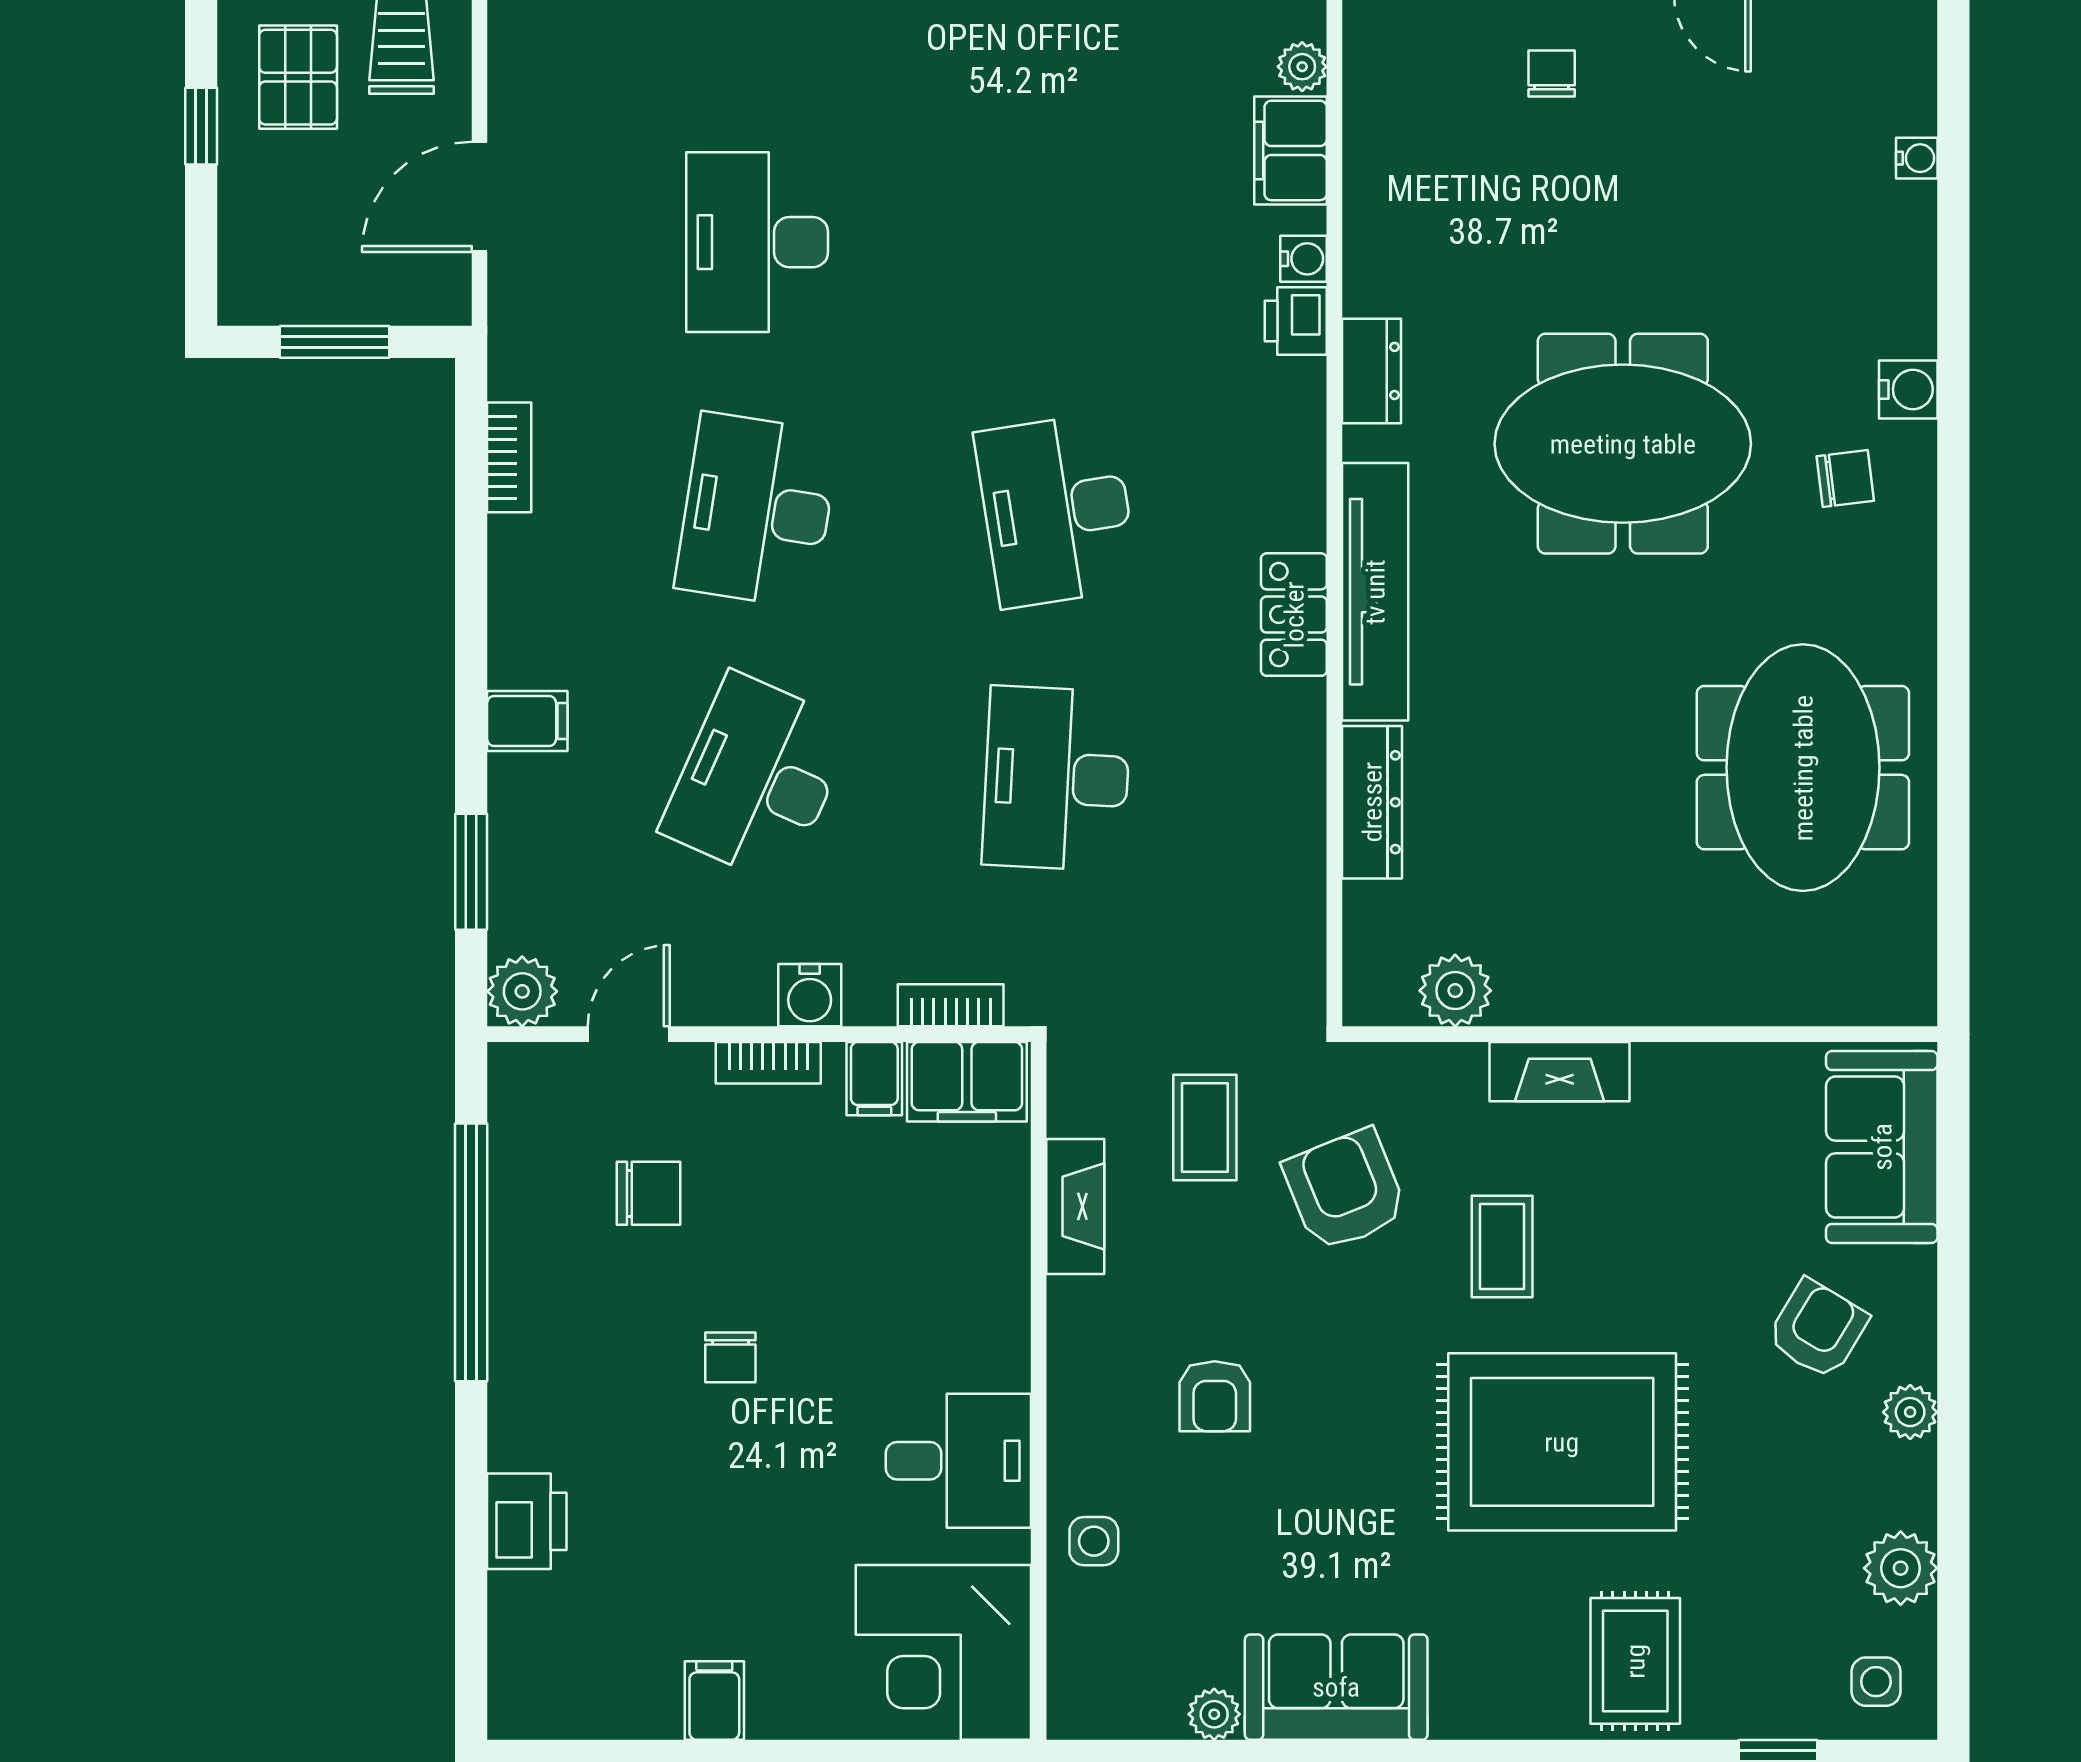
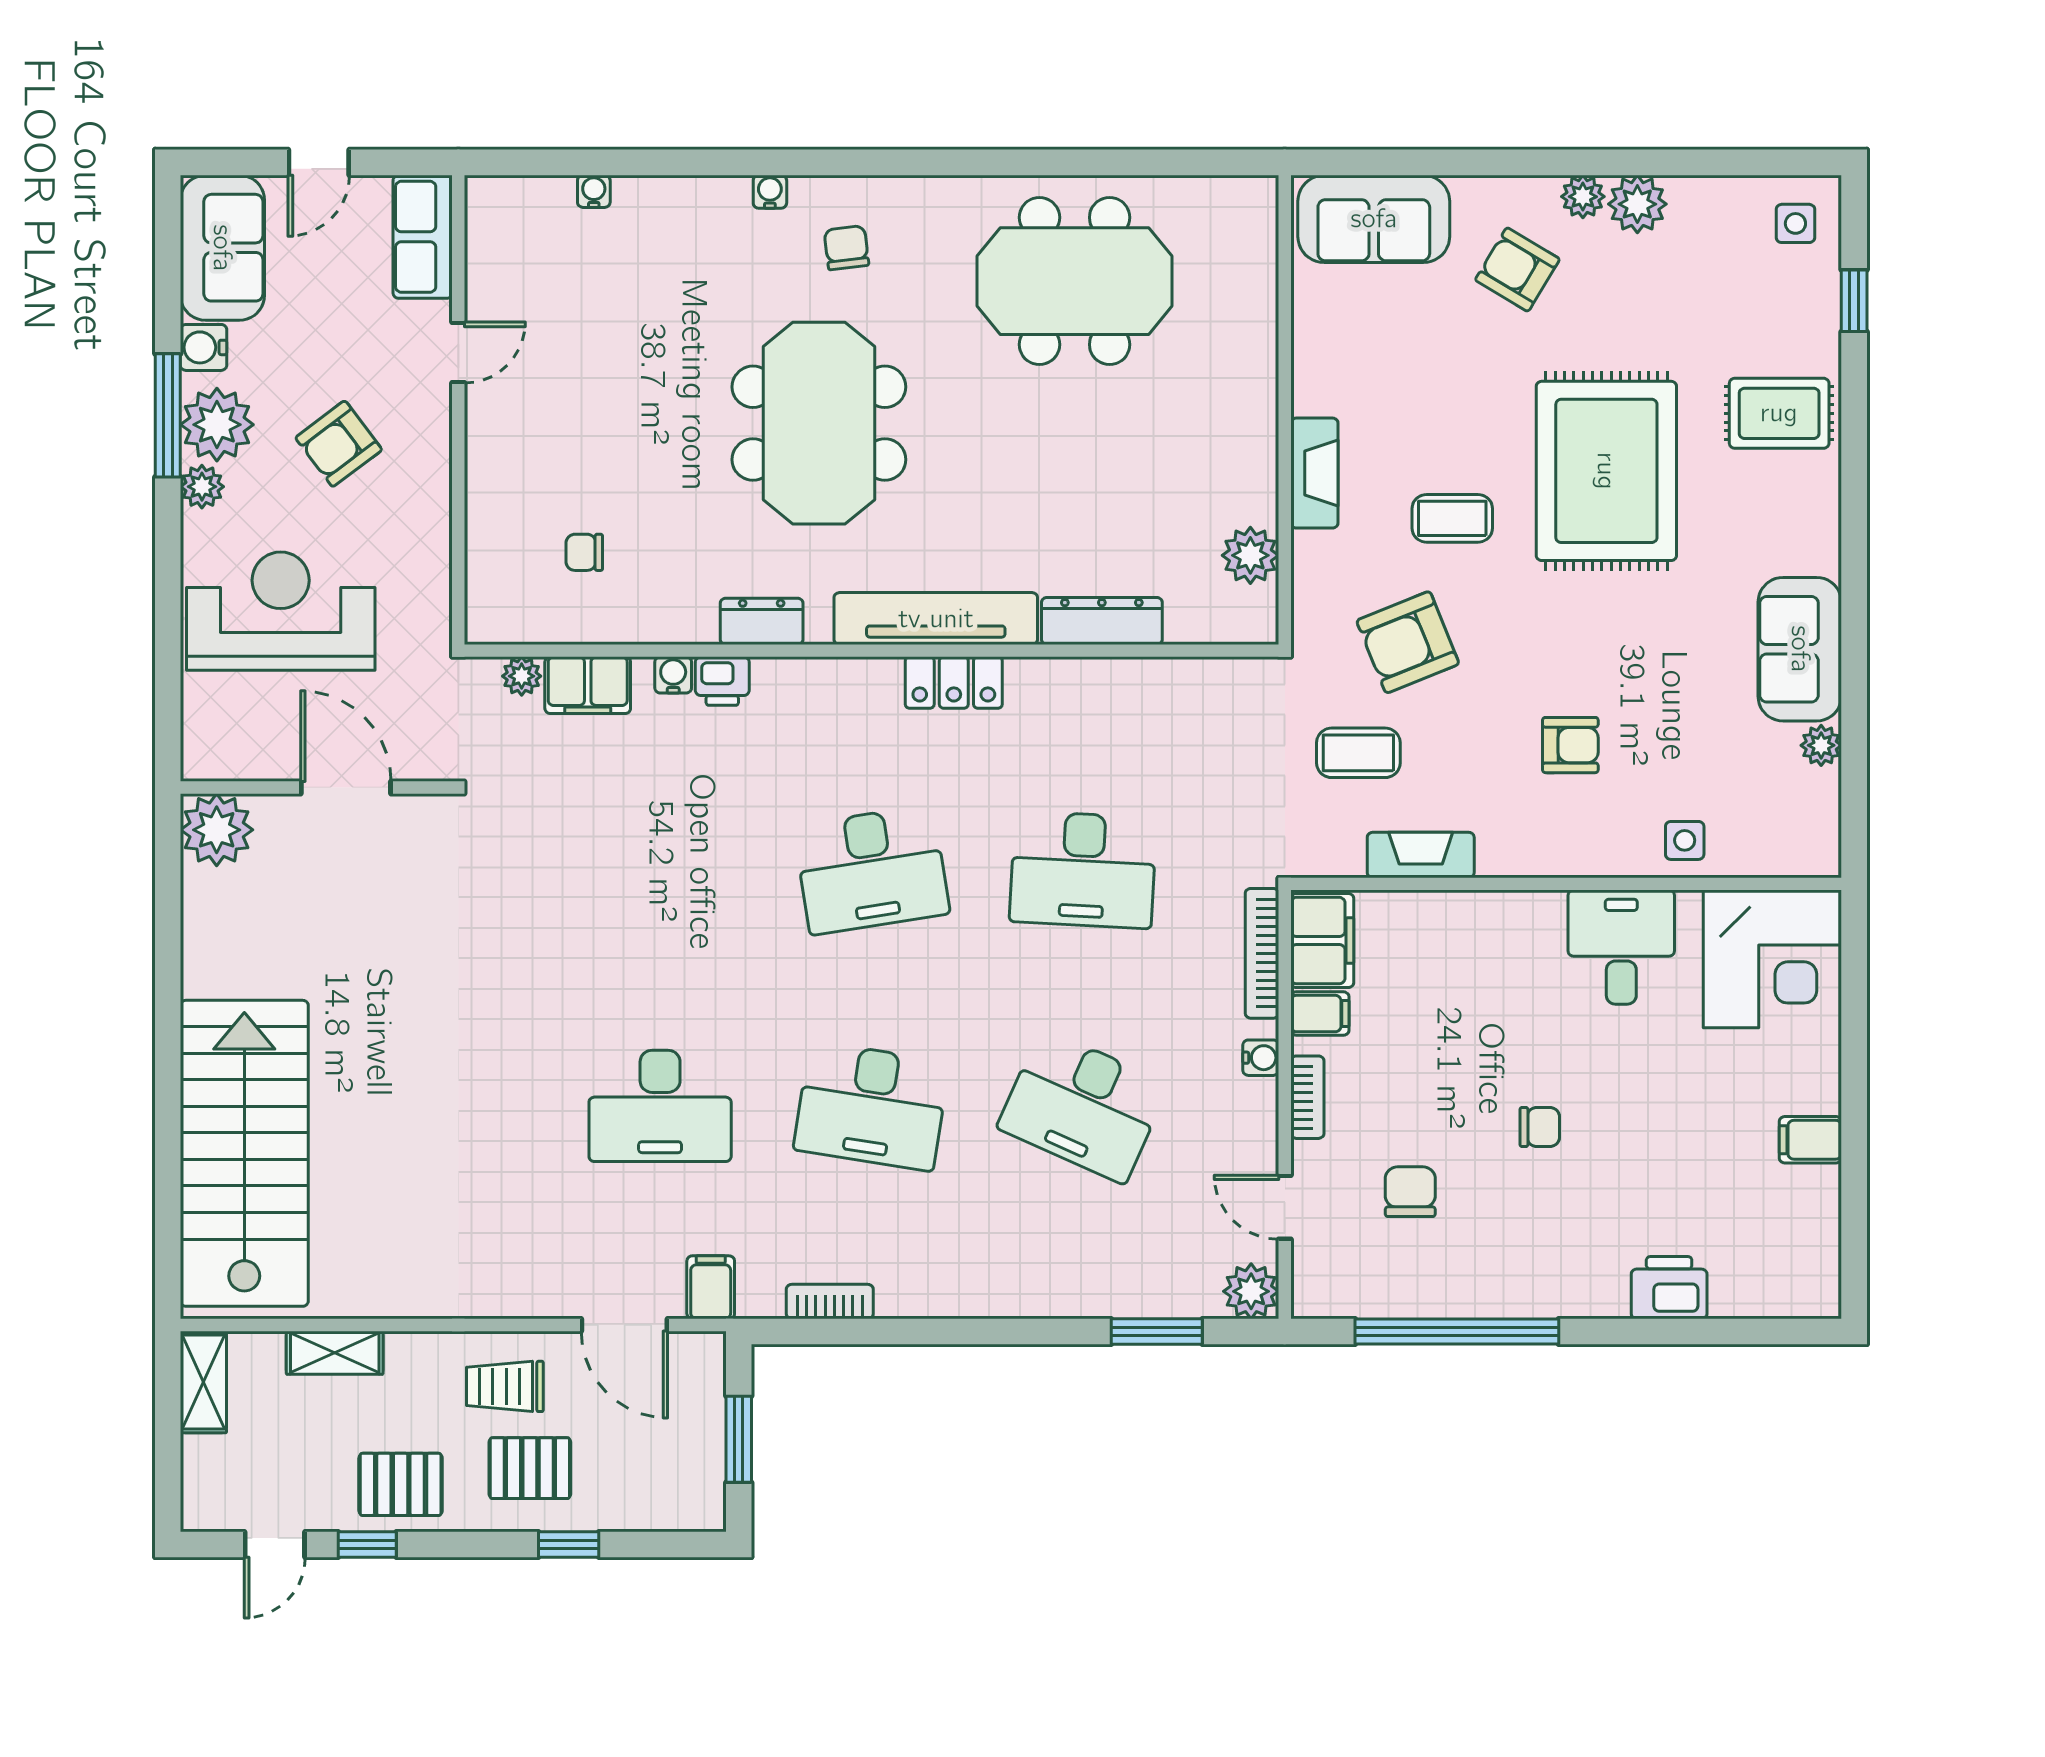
chair: (1552, 73) -> (584, 552), moved
water cooler: (1908, 389) -> (770, 192), width x0.72, depth x0.72
filing cabinet: (527, 721) -> (711, 1287), moved
water cooler: (810, 995) -> (1261, 1058), width x0.72, depth x0.72
bookcase: (951, 1005) -> (1262, 953), width x1.56
plant: (1901, 1568) -> (1637, 204), moved

